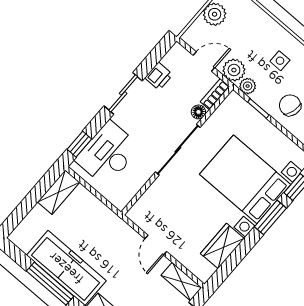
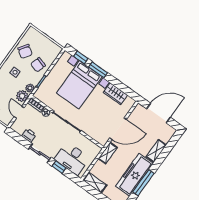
window: (79, 144) -> (59, 167), moved
door: (156, 245) -> (118, 129), width x1.87
shelving: (181, 281) -> (108, 153), moved

